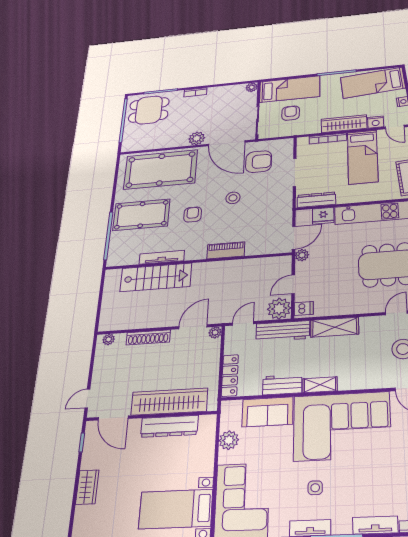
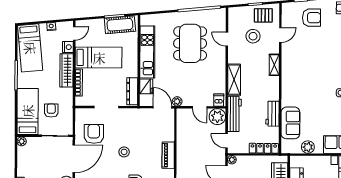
armchair: (291, 113) -> (51, 110), turned 90
shelving: (320, 385) -> (274, 65), moved
corner sofa: (342, 426) -> (303, 76), removed

